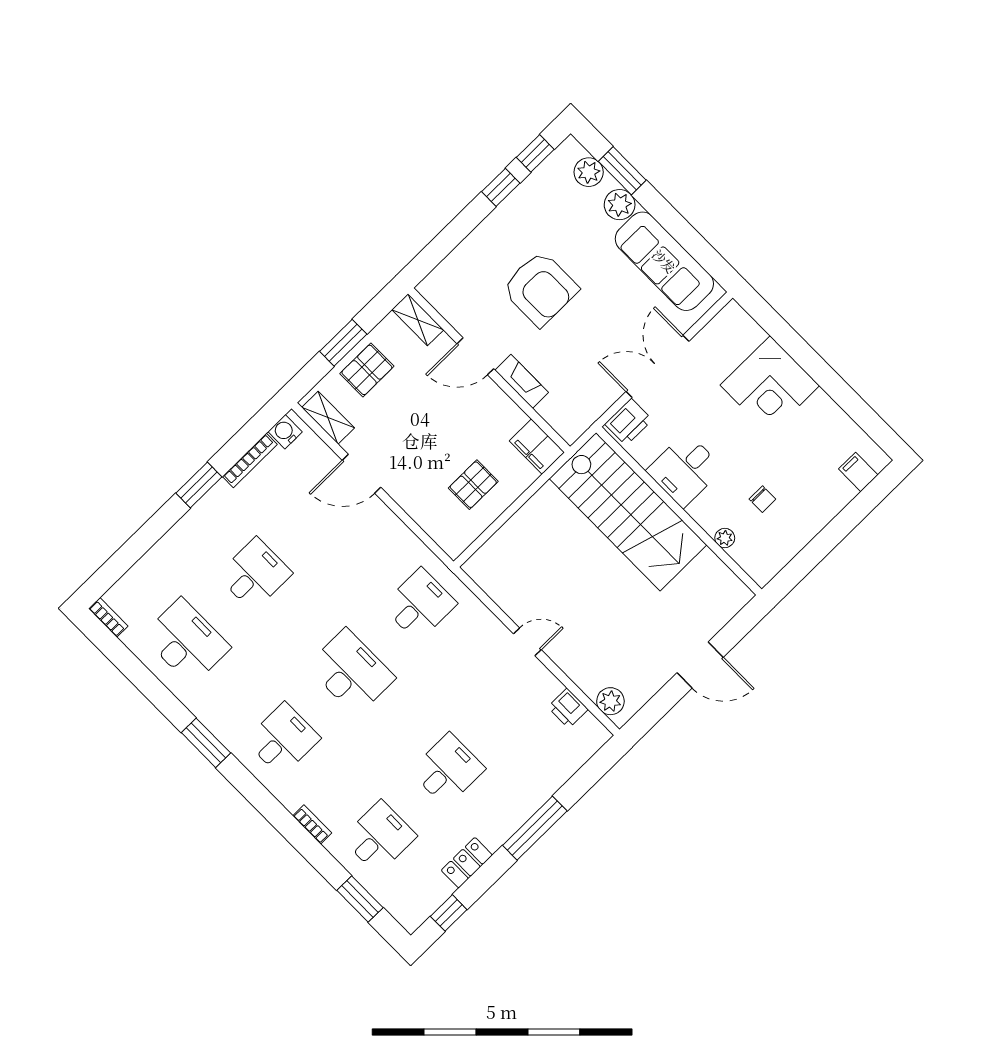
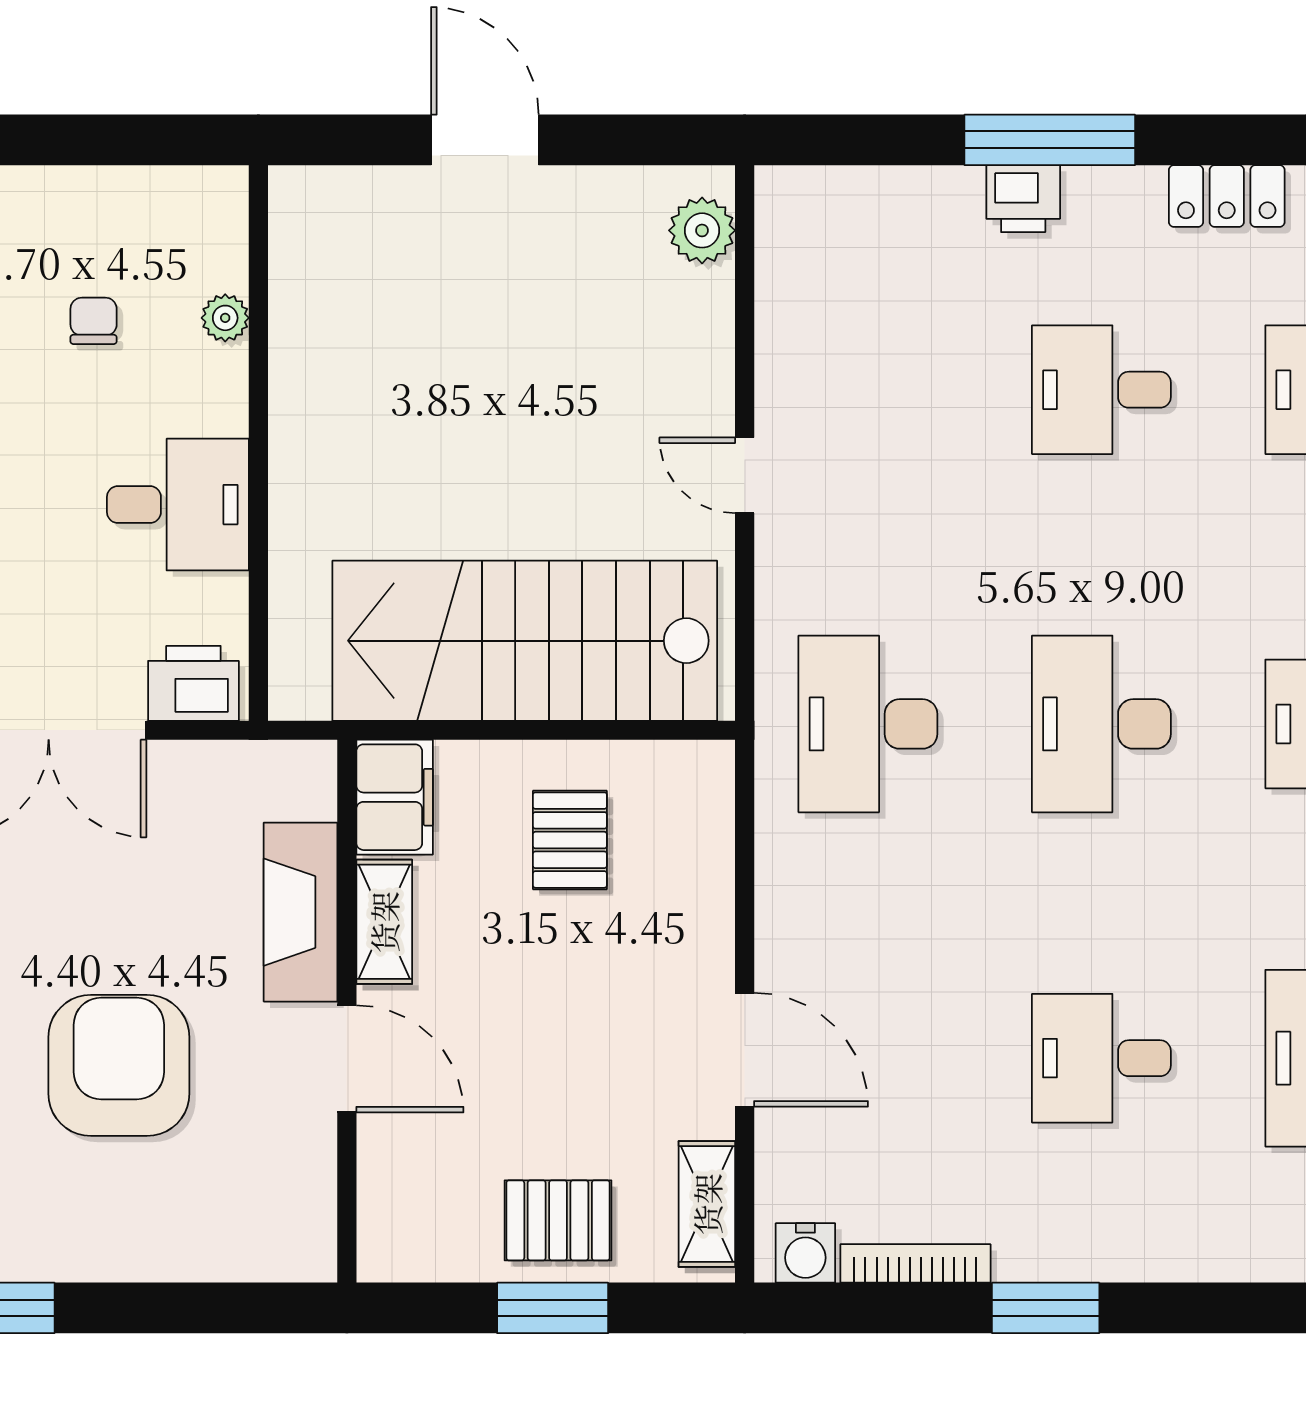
shelving: (418, 320) -> (384, 922), moved
fireplace: (522, 381) -> (301, 912), width x1.37, depth x1.32
pallet: (473, 485) -> (570, 840), turned 90
stairs: (628, 512) -> (525, 641), moved, turned -90
desk: (419, 605) -> (868, 724), width x1.37
printer: (568, 708) -> (1023, 199), moved, turned 90

